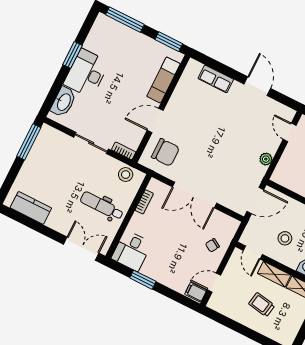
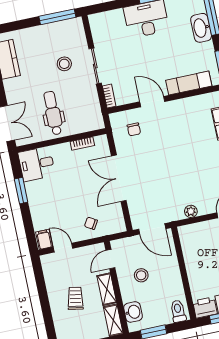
washbasin: (64, 102) -> (201, 28), moved, turned 90
chair: (166, 152) -> (134, 129), width x0.54, depth x0.54
stool: (126, 175) -> (64, 64), moved

